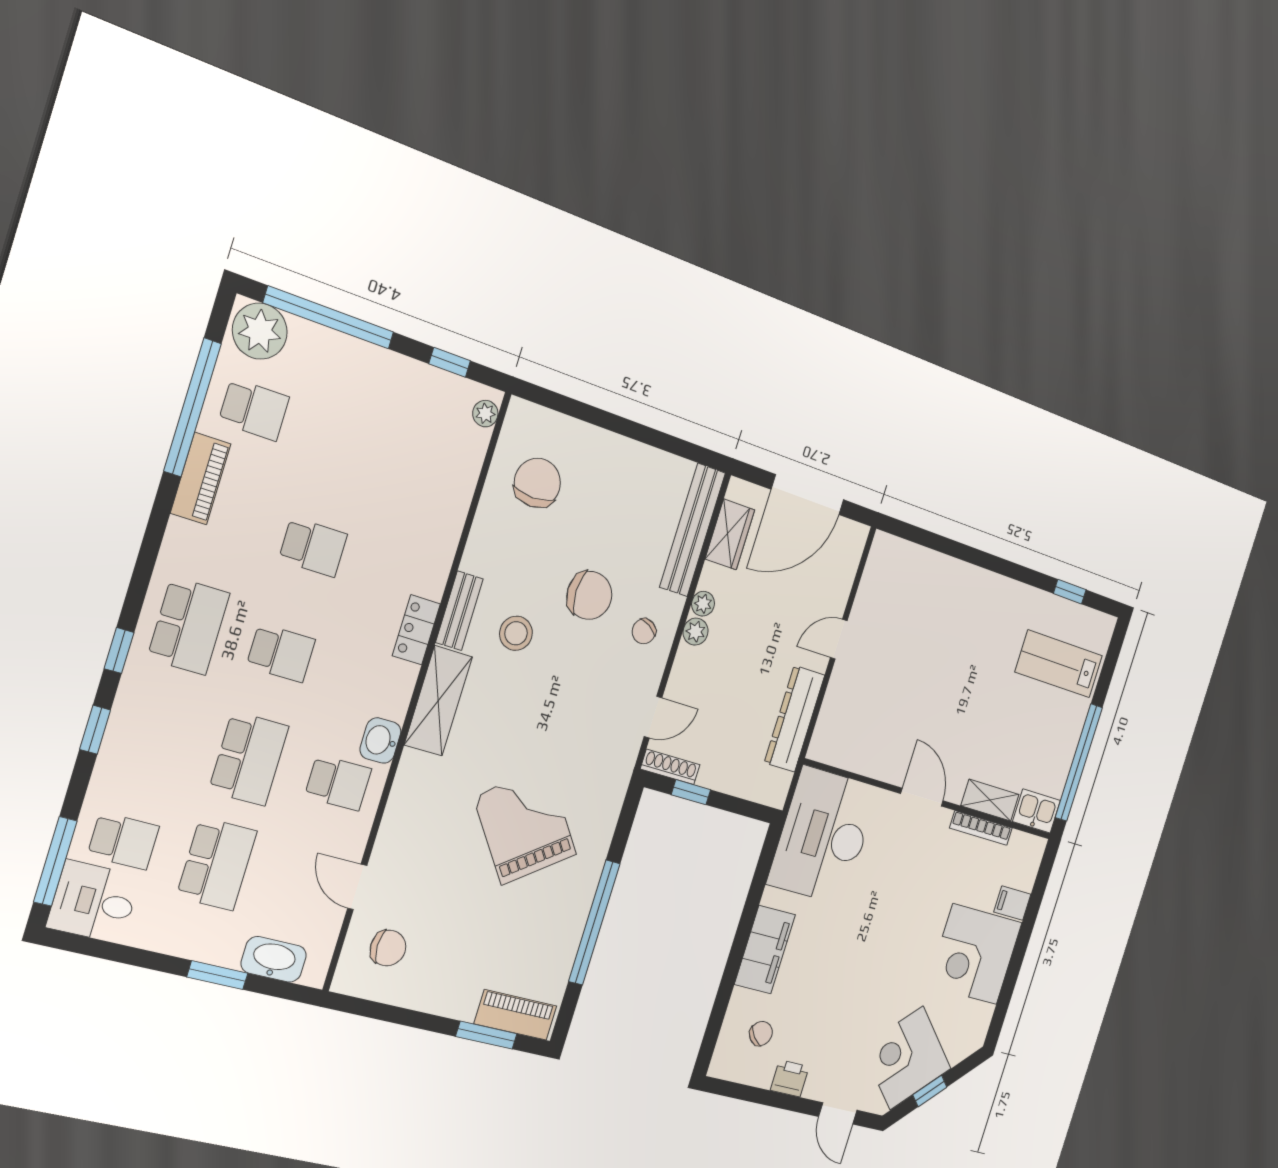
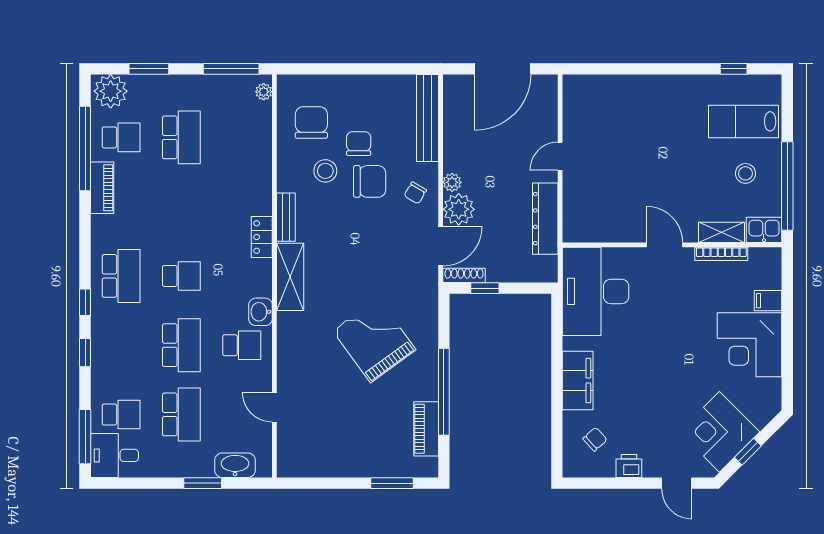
window: (329, 318) -> (149, 69), width x0.47
window: (450, 362) -> (231, 69), width x2.17
wardrobe: (730, 534) -> (455, 112), removed
school desk: (313, 547) -> (181, 137), moved, width x1.85
plant: (703, 604) -> (459, 209), moved, width x1.87, depth x1.87
stool: (516, 633) -> (325, 171), moved
door: (653, 717) -> (441, 246), width x1.38
stool: (1040, 732) -> (746, 173), added
chair: (388, 948) -> (359, 144), moved, turned -90
piano: (515, 1015) -> (426, 429), moved, turned -90

